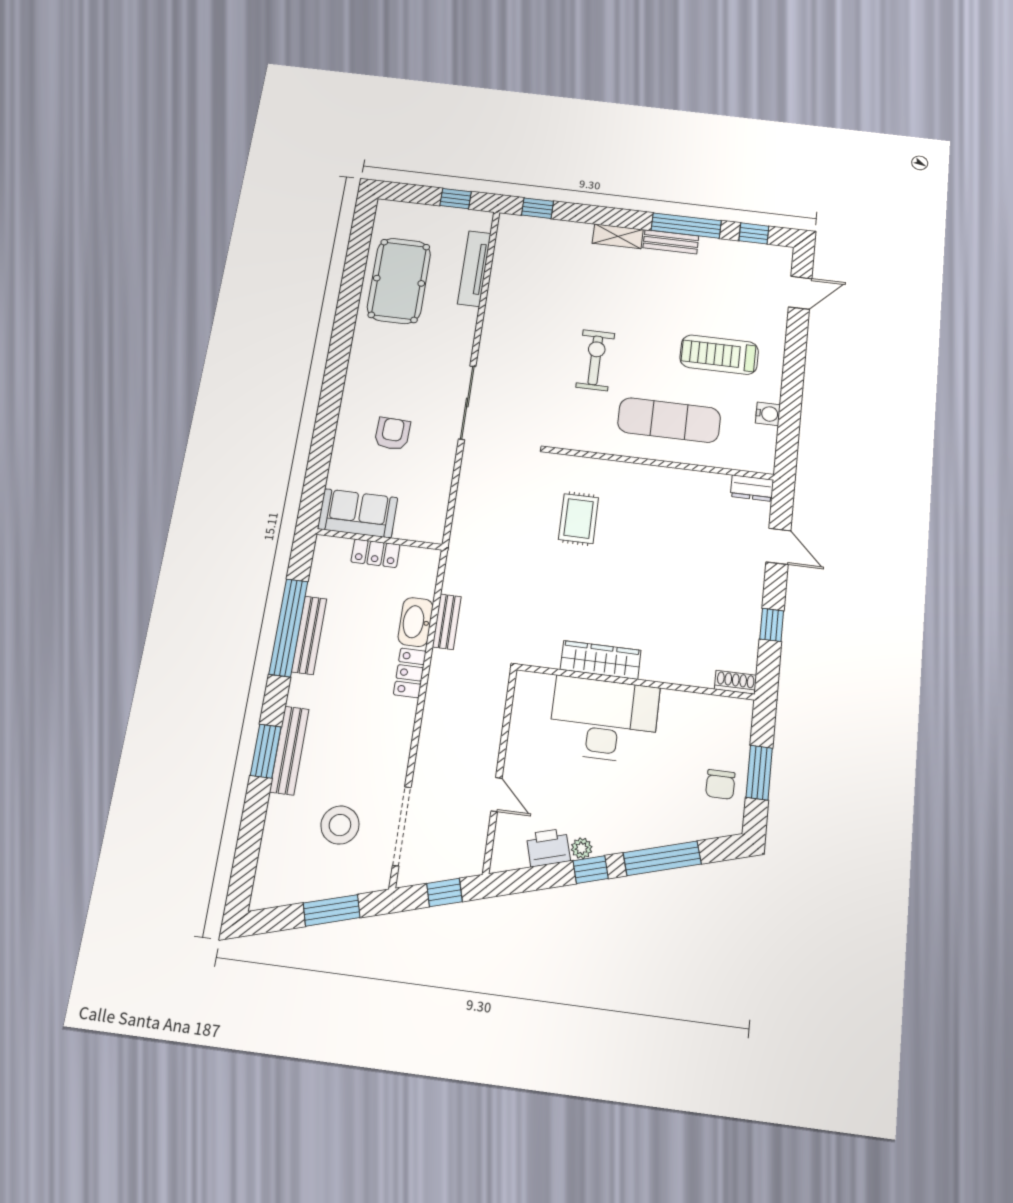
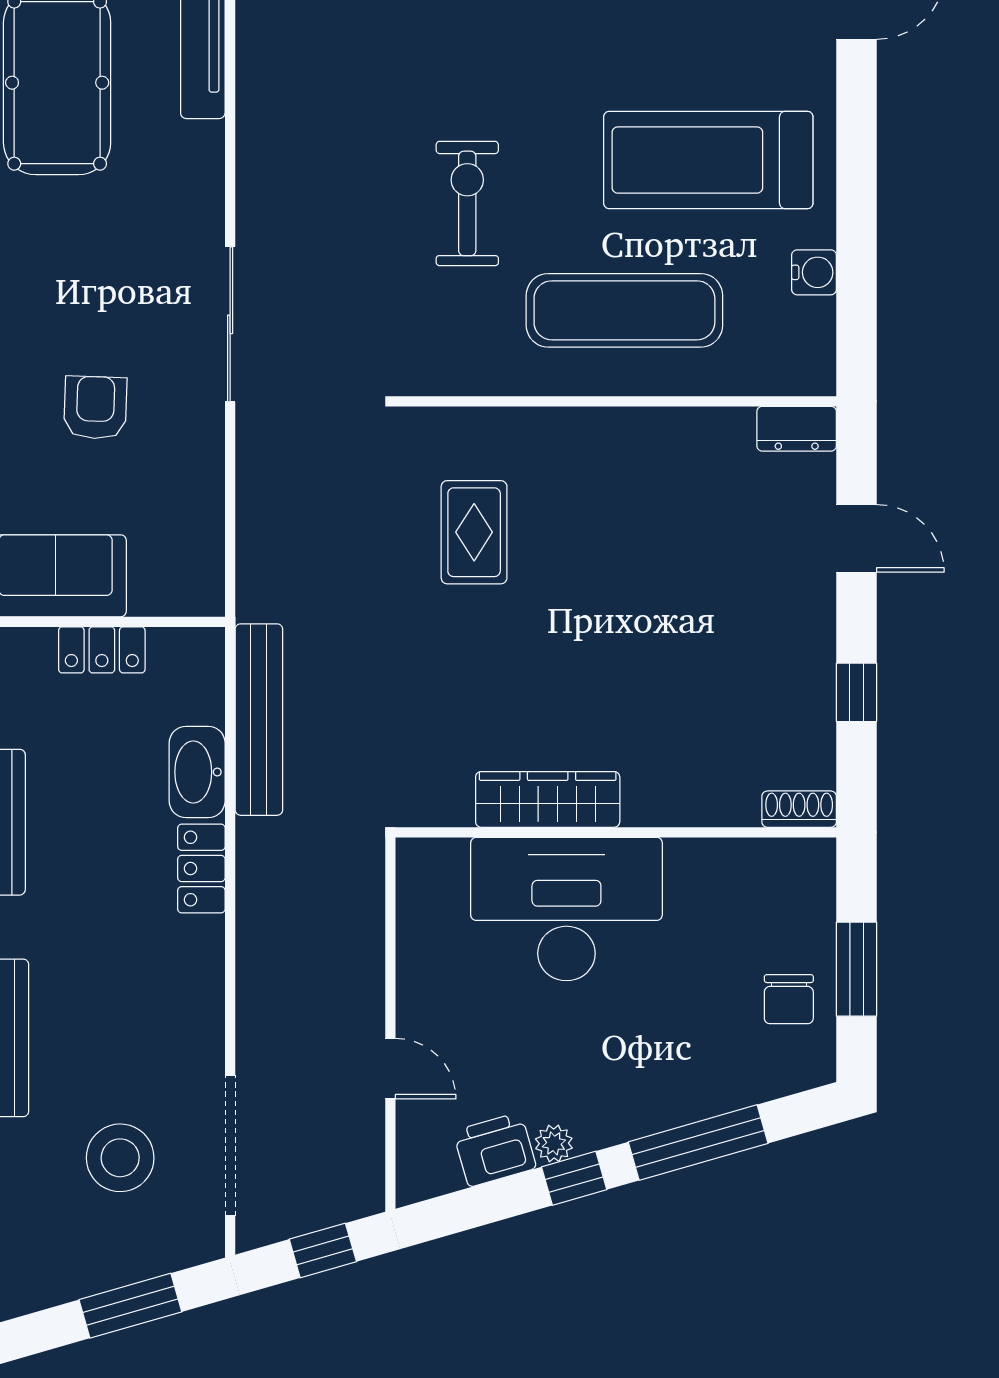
treadmill: (719, 355) -> (708, 160), width x1.37, depth x1.38
bench: (447, 622) -> (259, 720), width x1.86, depth x1.21

